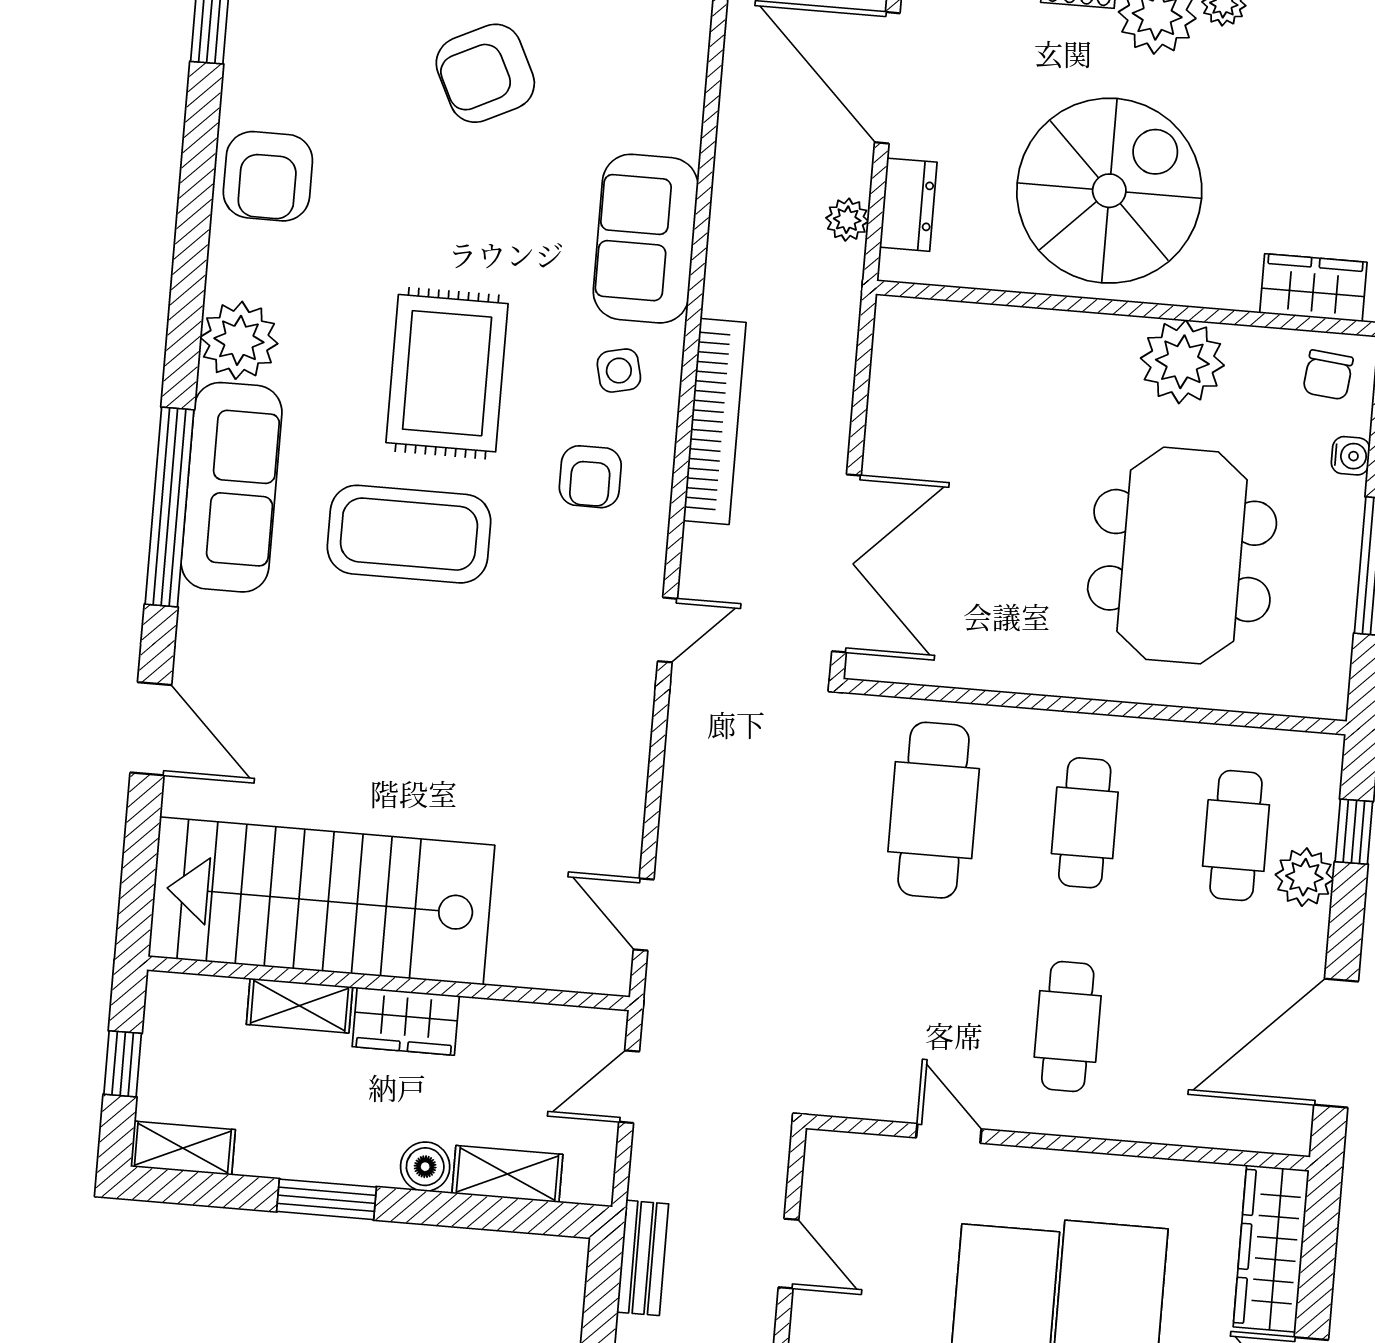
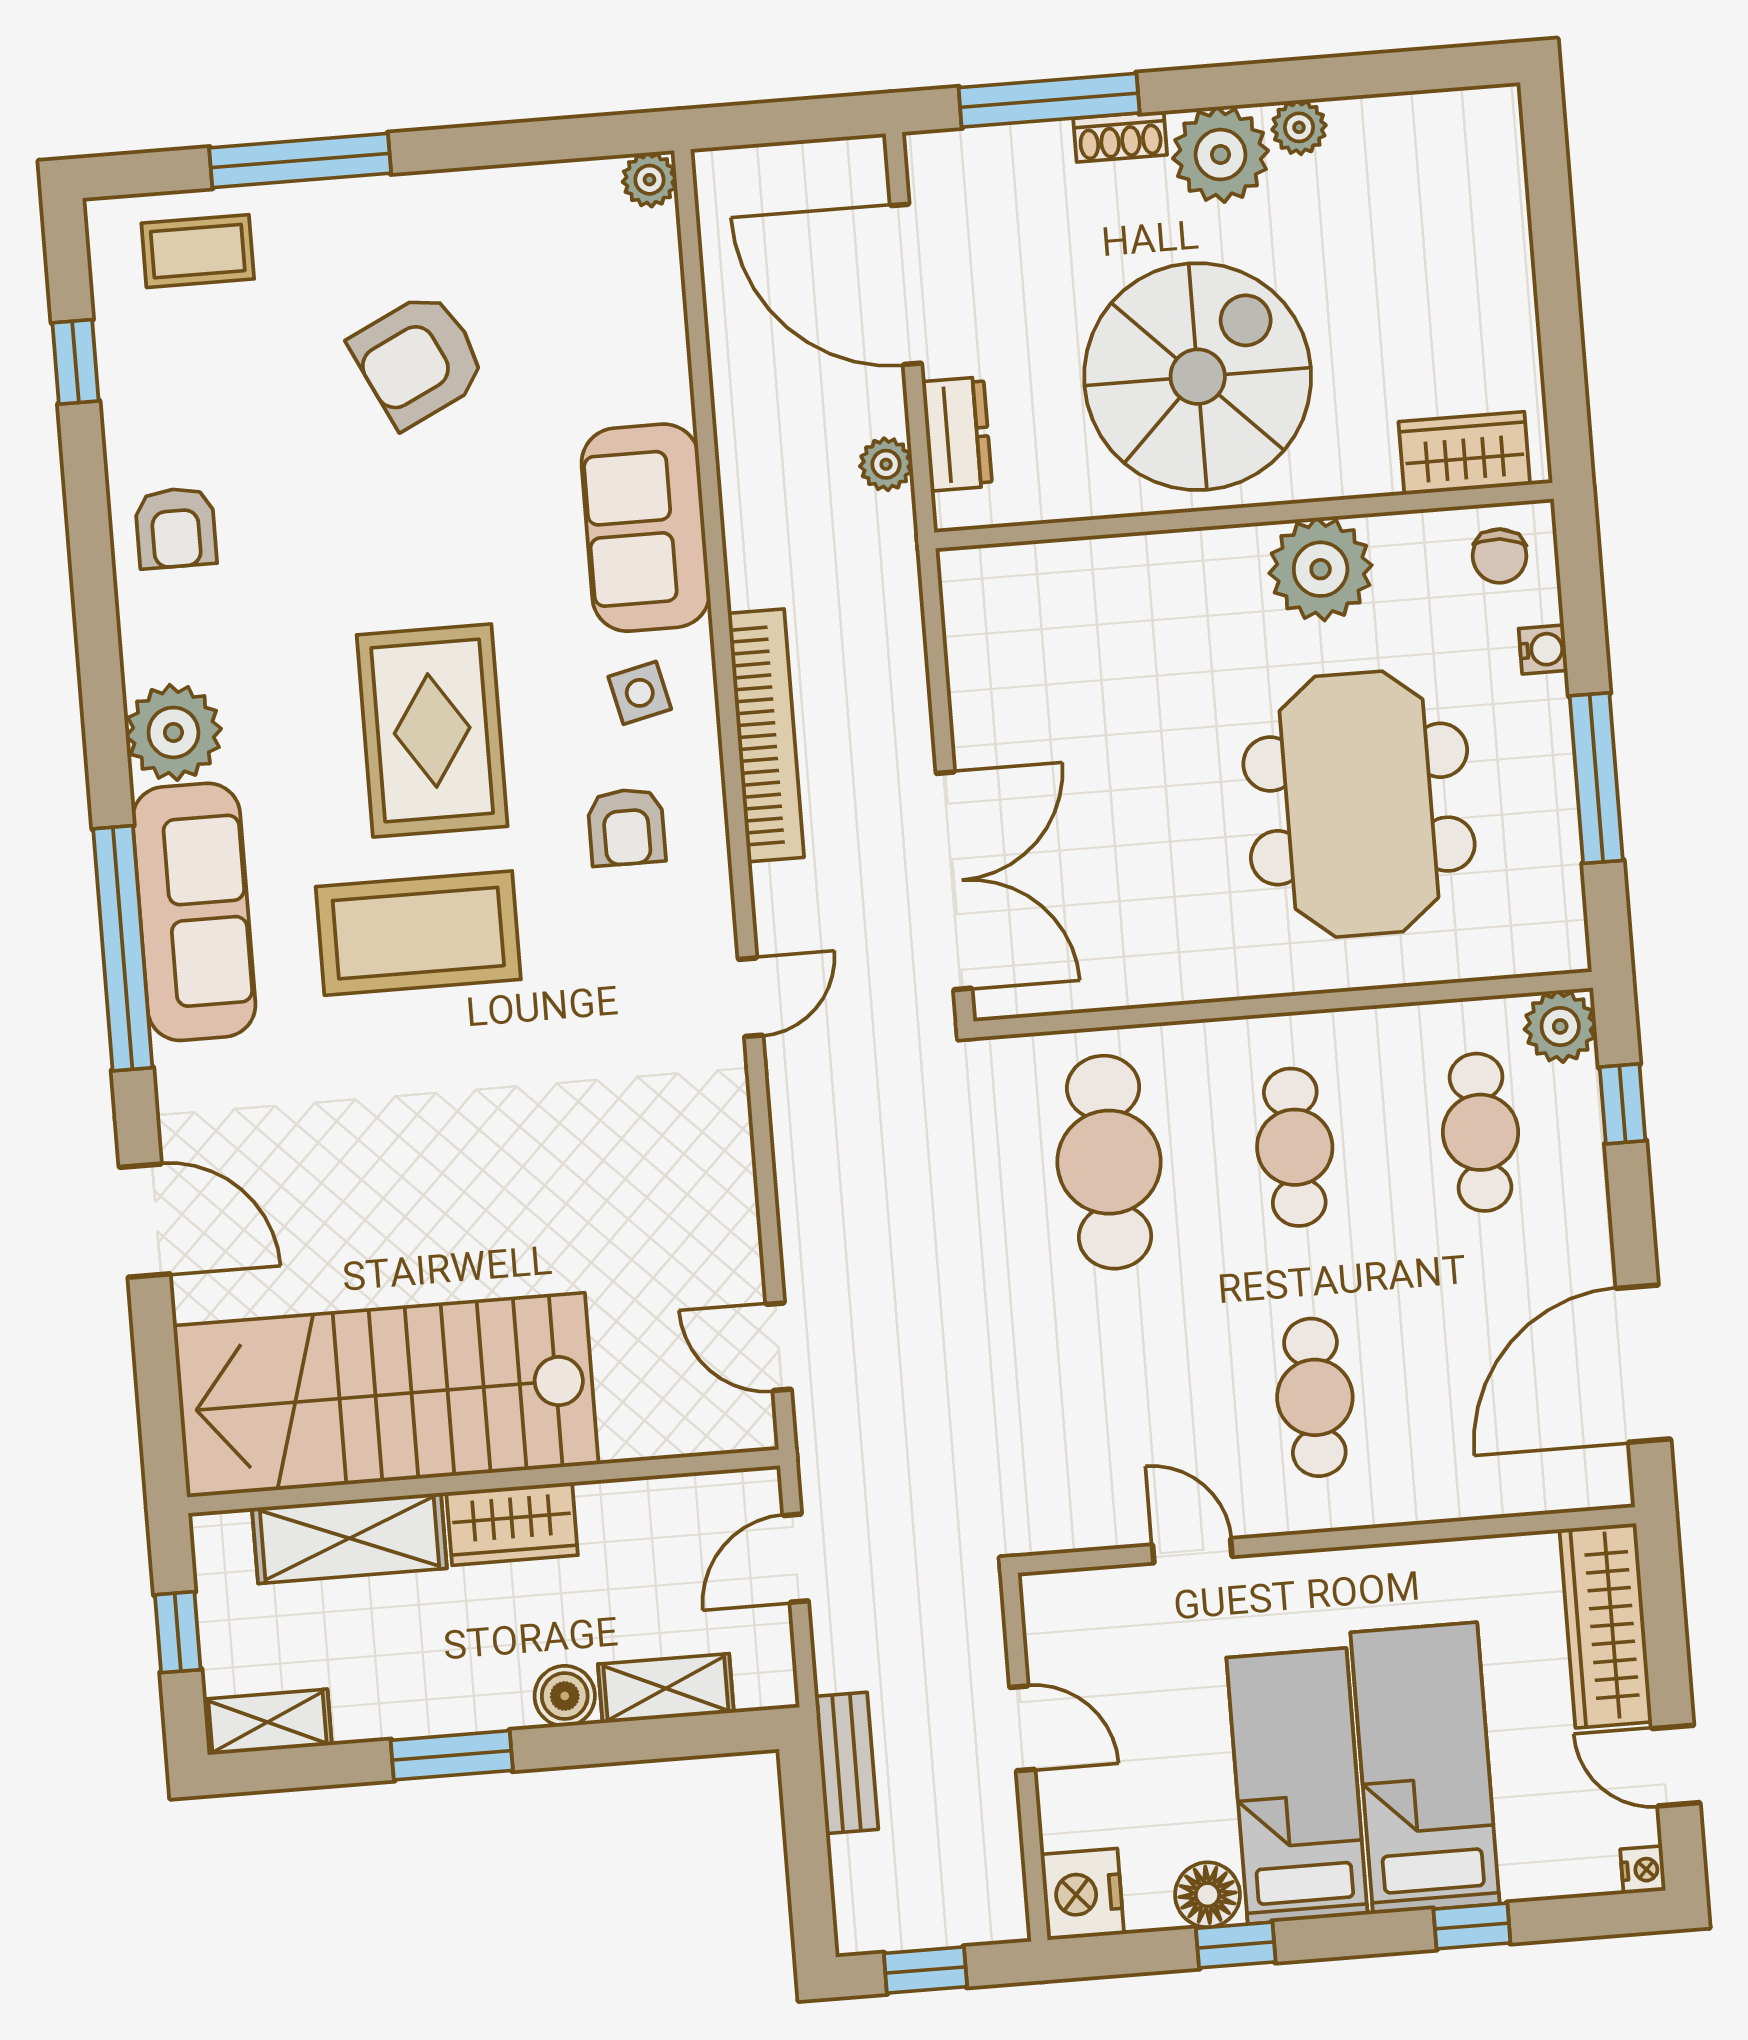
armchair: (268, 176) -> (176, 528), width x0.72, depth x0.72
plant: (1304, 877) -> (1560, 1026), moved
shelving: (299, 1006) -> (349, 1538), width x1.50, depth x1.33

